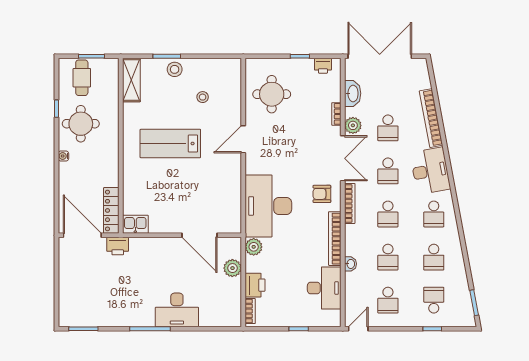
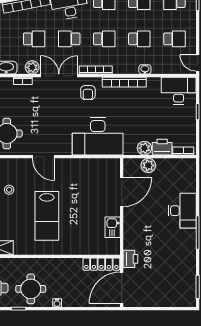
school desk: (388, 171) -> (69, 39), turned 180
kitchen sink: (135, 224) -> (113, 227), moved
plant: (254, 247) -> (144, 148), moved
desk: (324, 288) -> (179, 91), moved

